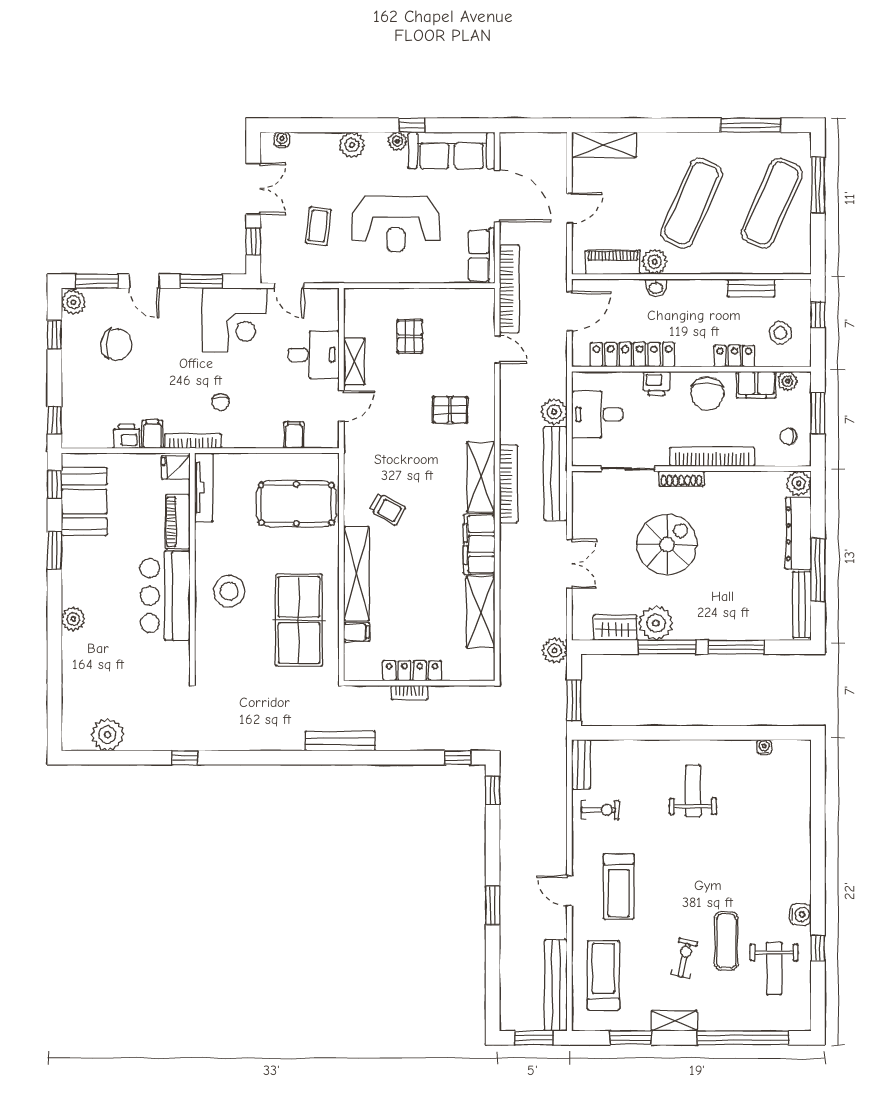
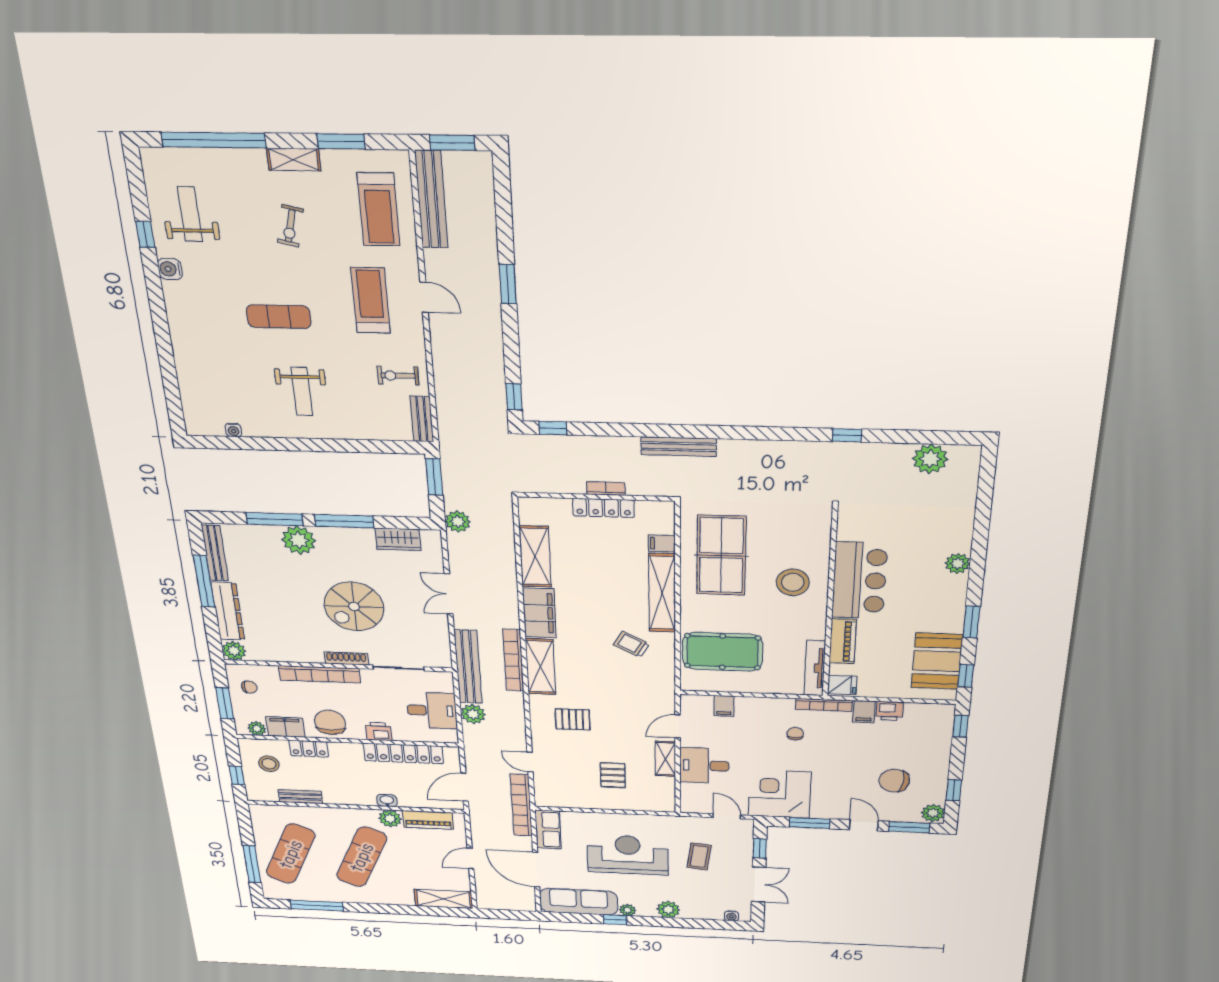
double door: (253, 189) -> (759, 885), swing flipped
plant: (656, 623) -> (299, 540), moved
exercise mat: (726, 941) -> (279, 317), moved, turned 90

